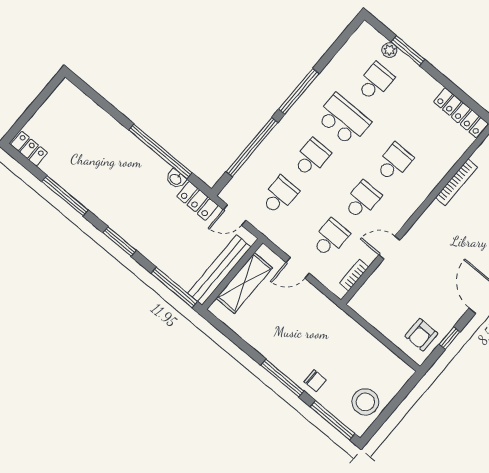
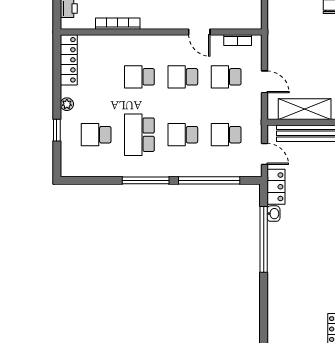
plant: (389, 50) -> (67, 104), moved
window: (408, 51) -> (57, 130), width x0.67

